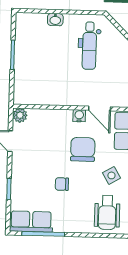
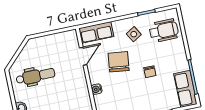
water cooler: (79, 116) -> (97, 89), moved
chair: (83, 149) -> (119, 62), turned 97

